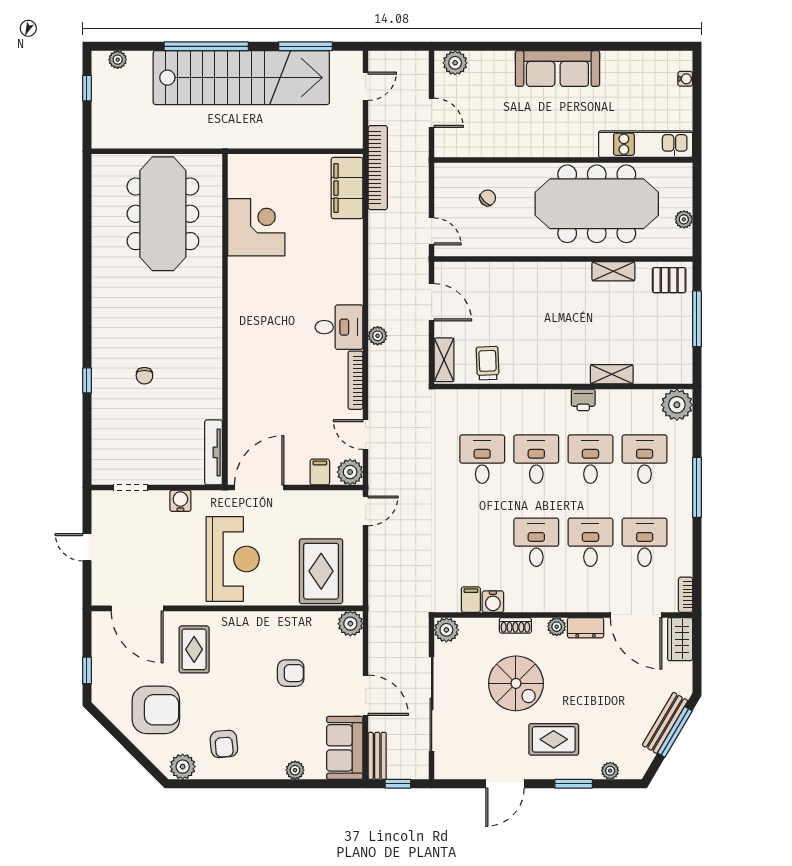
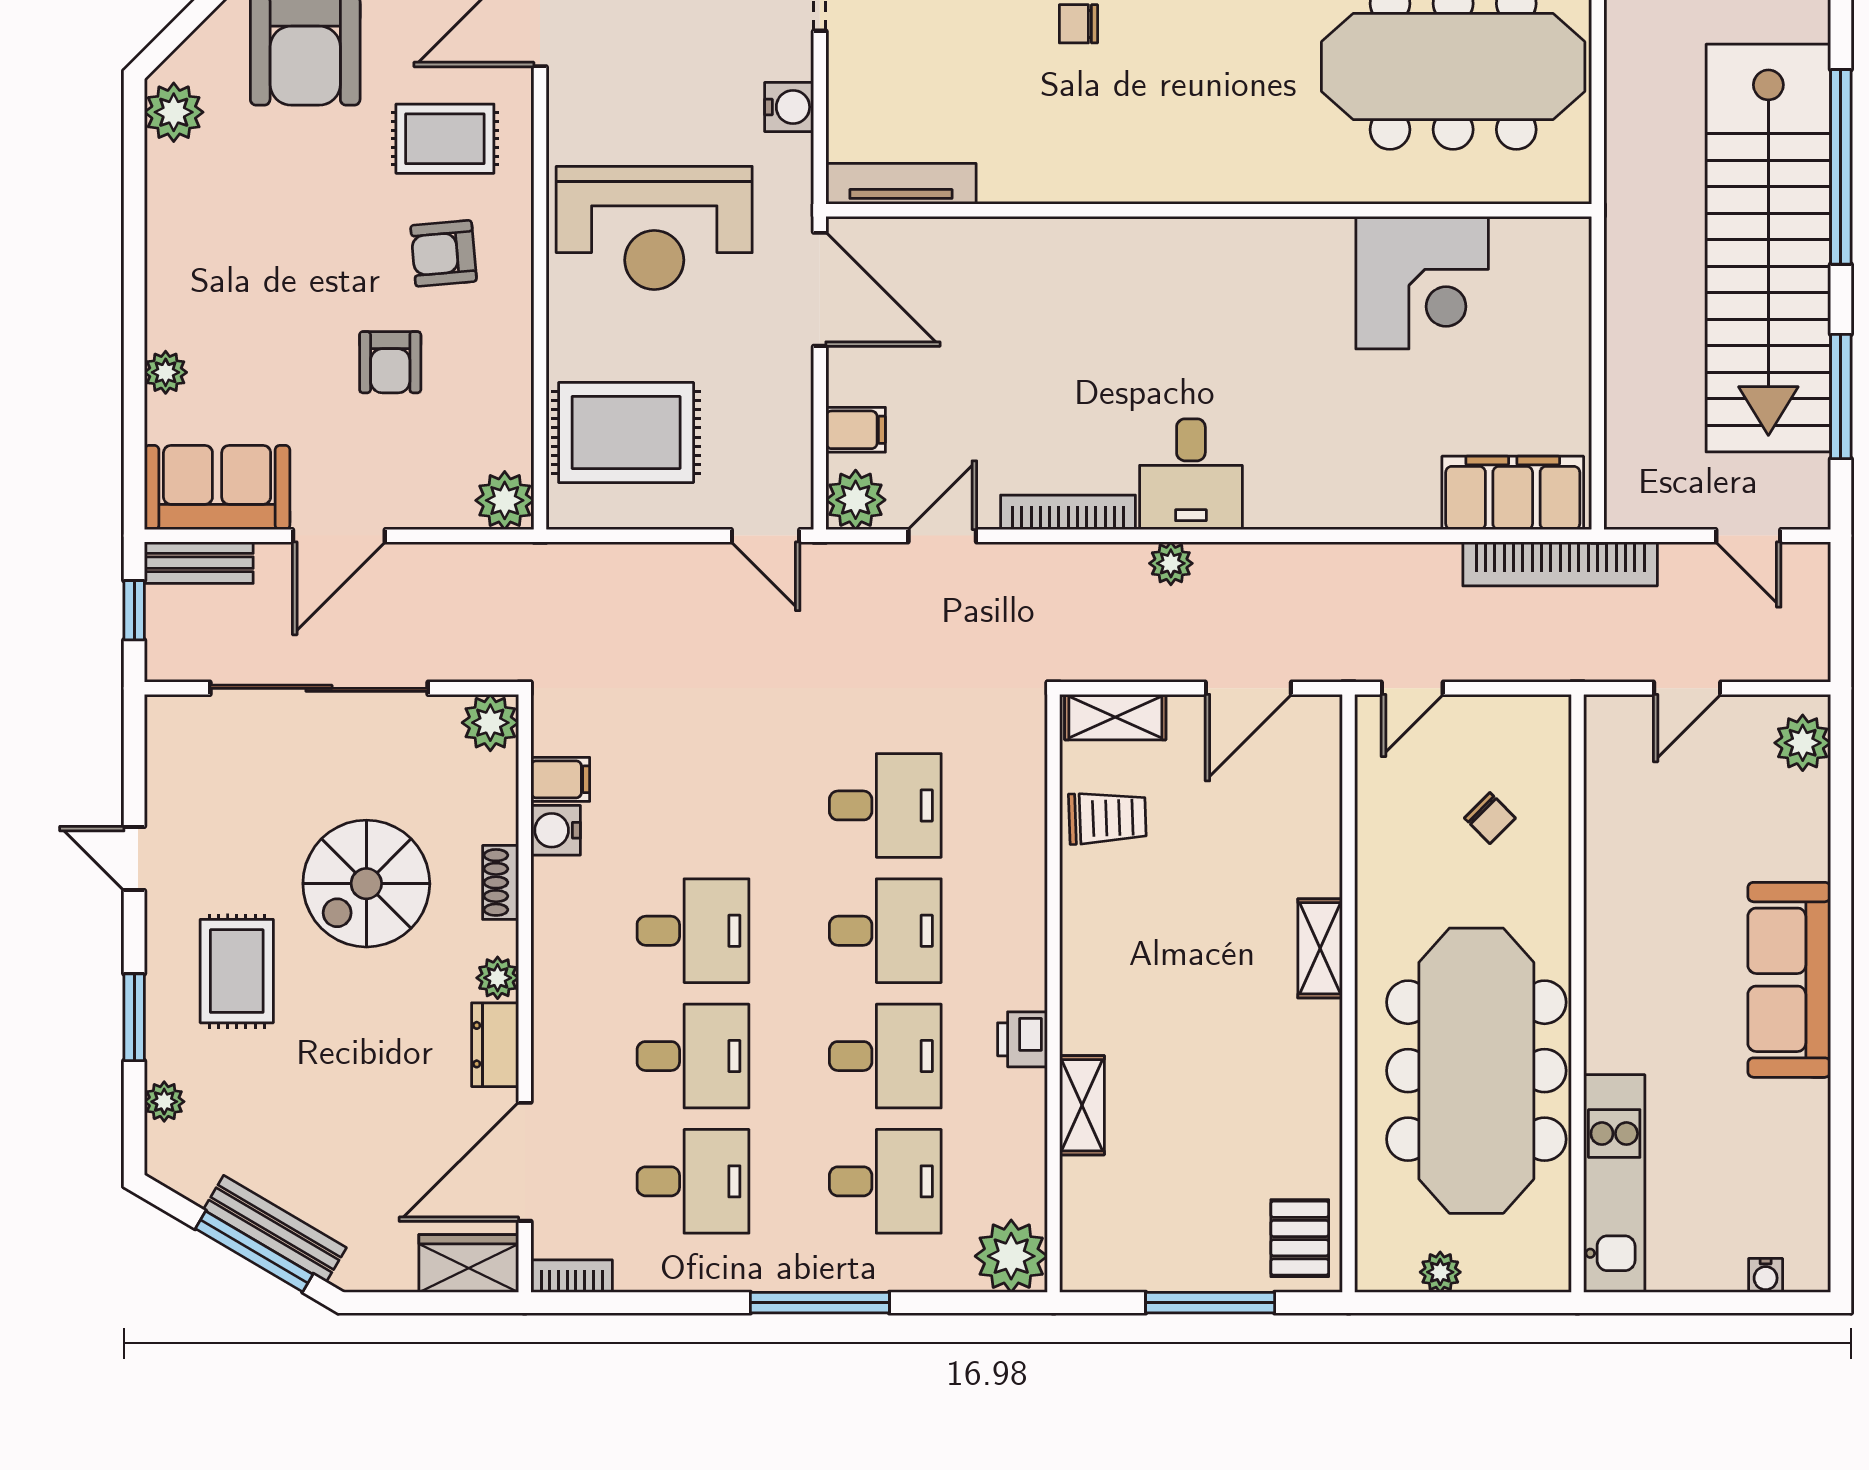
shelving: (613, 271) -> (1320, 948), moved
armchair: (224, 744) -> (444, 253), moved
door: (505, 784) -> (134, 858), width x0.73

